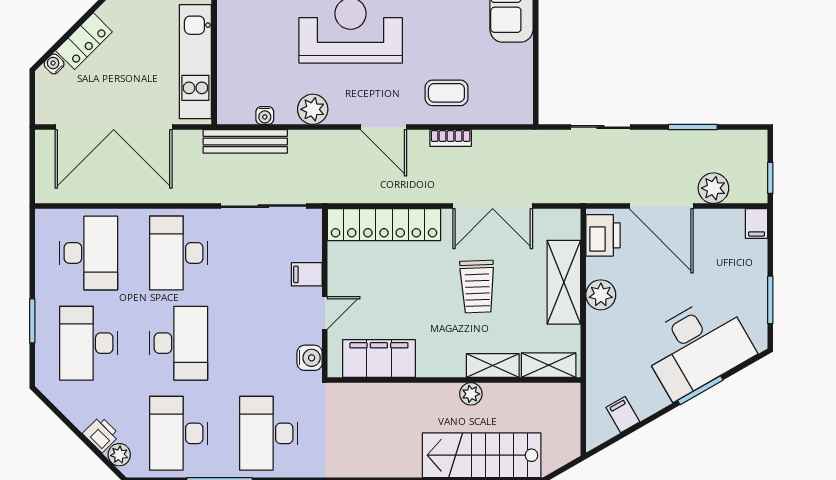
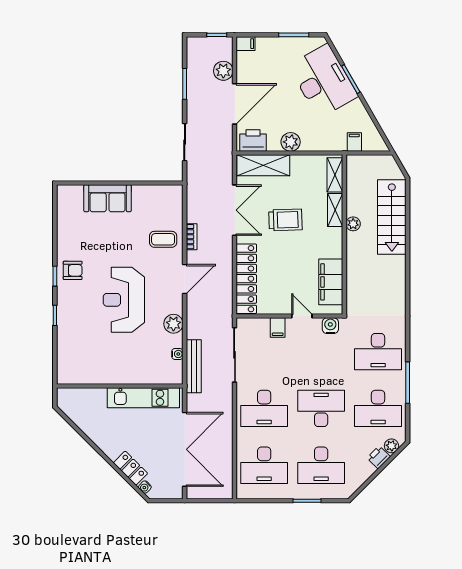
coffee table: (446, 93) -> (163, 239), turned 90
desk: (89, 253) -> (264, 465), turned 180
shelving: (564, 282) -> (263, 165), moved
filing cabinet: (623, 415) -> (354, 142), moved, turned 120

